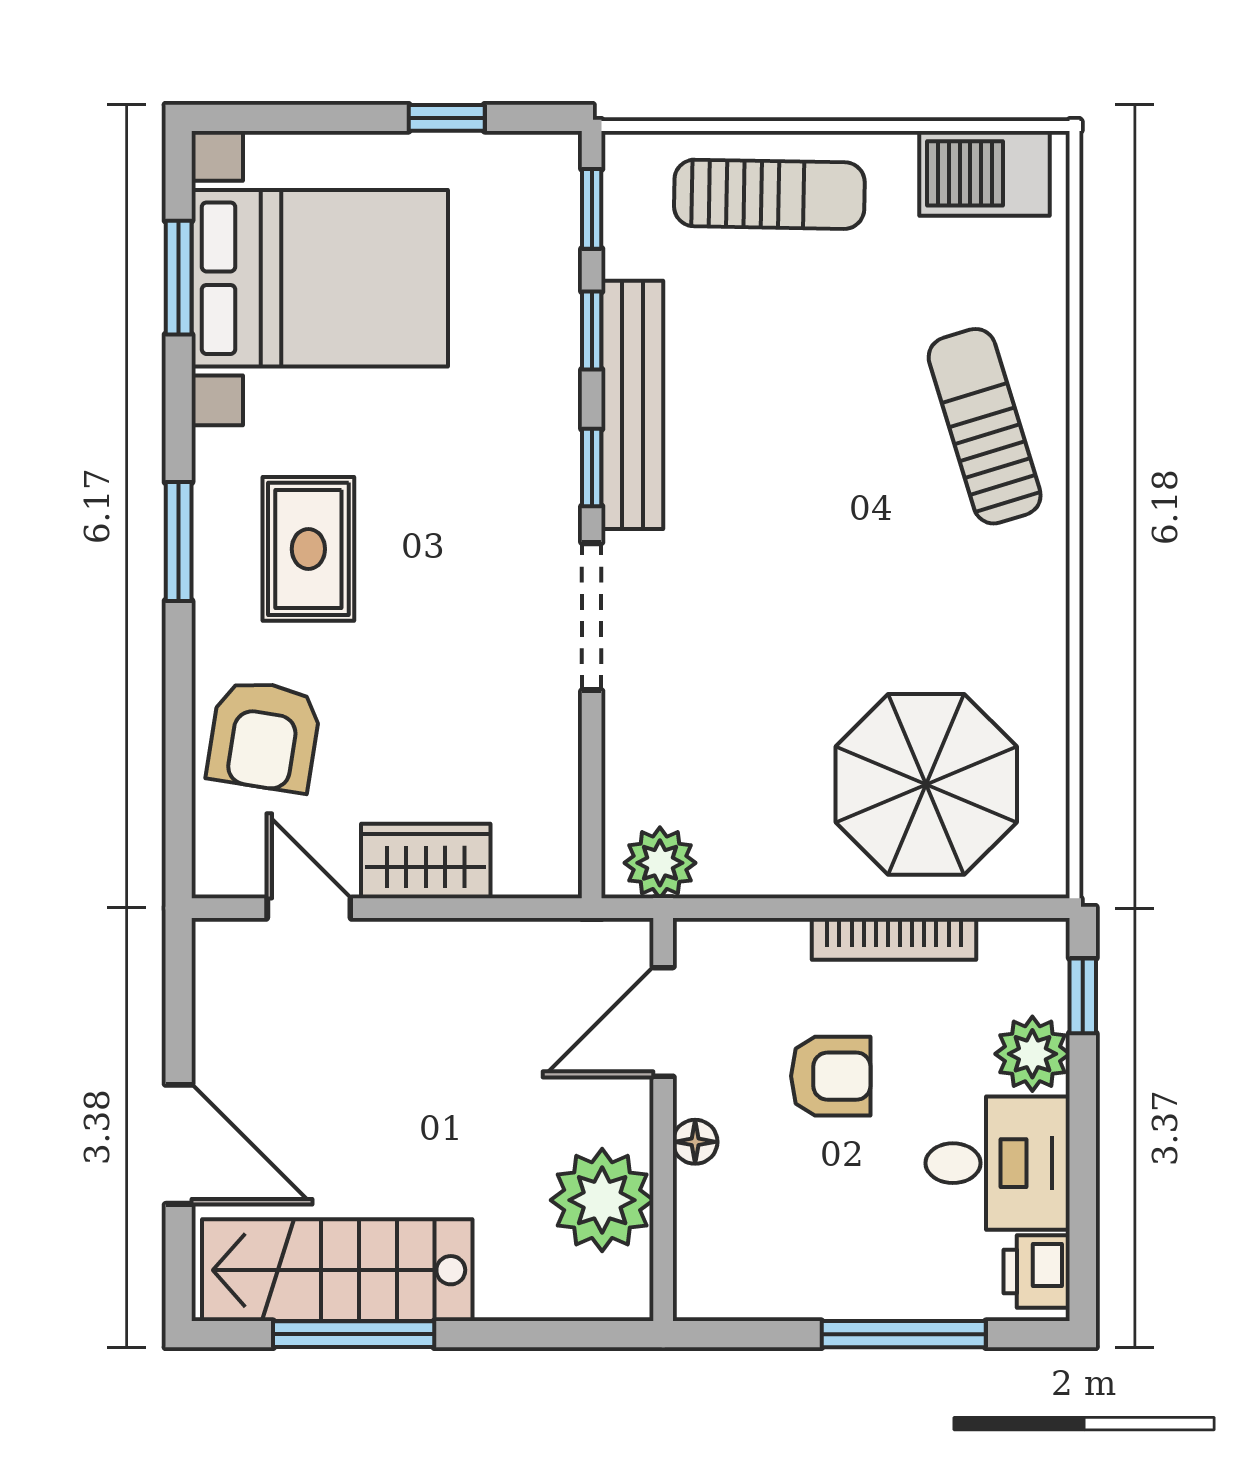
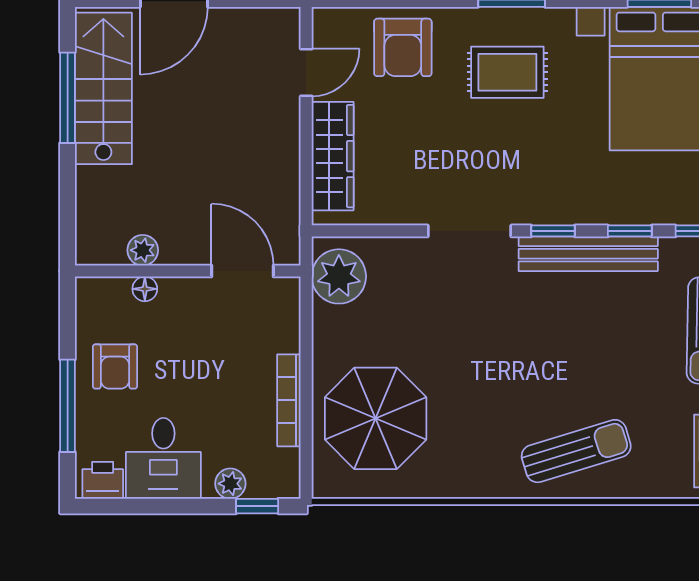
armchair: (264, 736) -> (403, 47), turned -99
wardrobe: (426, 861) -> (333, 156), width x1.50
plant: (660, 863) -> (339, 276), width x1.36, depth x1.36
plant: (1032, 1054) -> (230, 484), width x0.73, depth x0.73
armchair: (831, 1076) -> (115, 366), moved
floor lamp: (695, 1142) -> (145, 289), moved
plant: (602, 1200) -> (143, 250), width x0.53, depth x0.53

